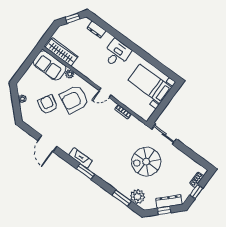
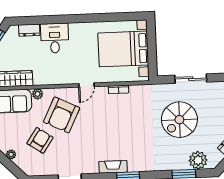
desk: (117, 53) -> (55, 38), moved
bed with nightstands: (150, 84) -> (123, 49), width x1.36
armchair: (48, 104) -> (40, 140), turned 95
sliding door: (164, 134) -> (191, 79), moved

